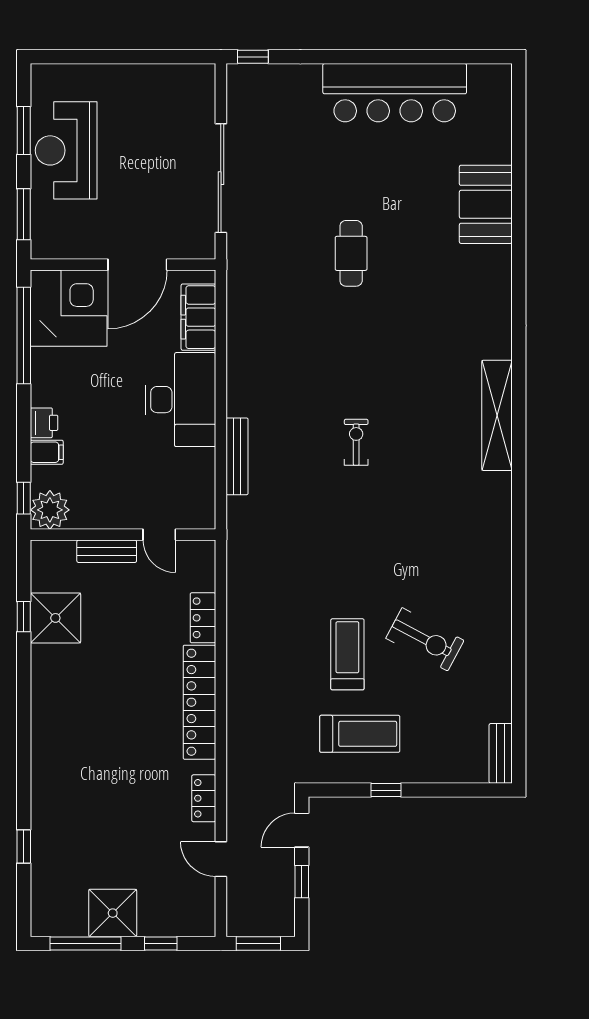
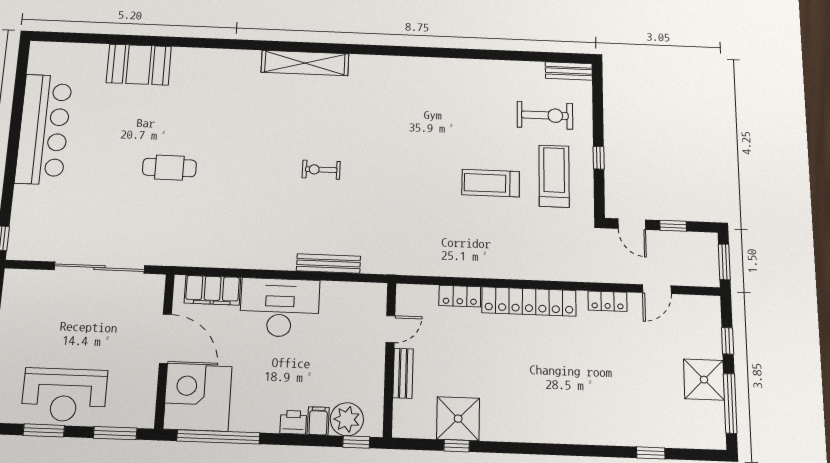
plant: (50, 510) -> (347, 419), moved
exercise bike: (425, 639) -> (545, 115), moved, turned 62

